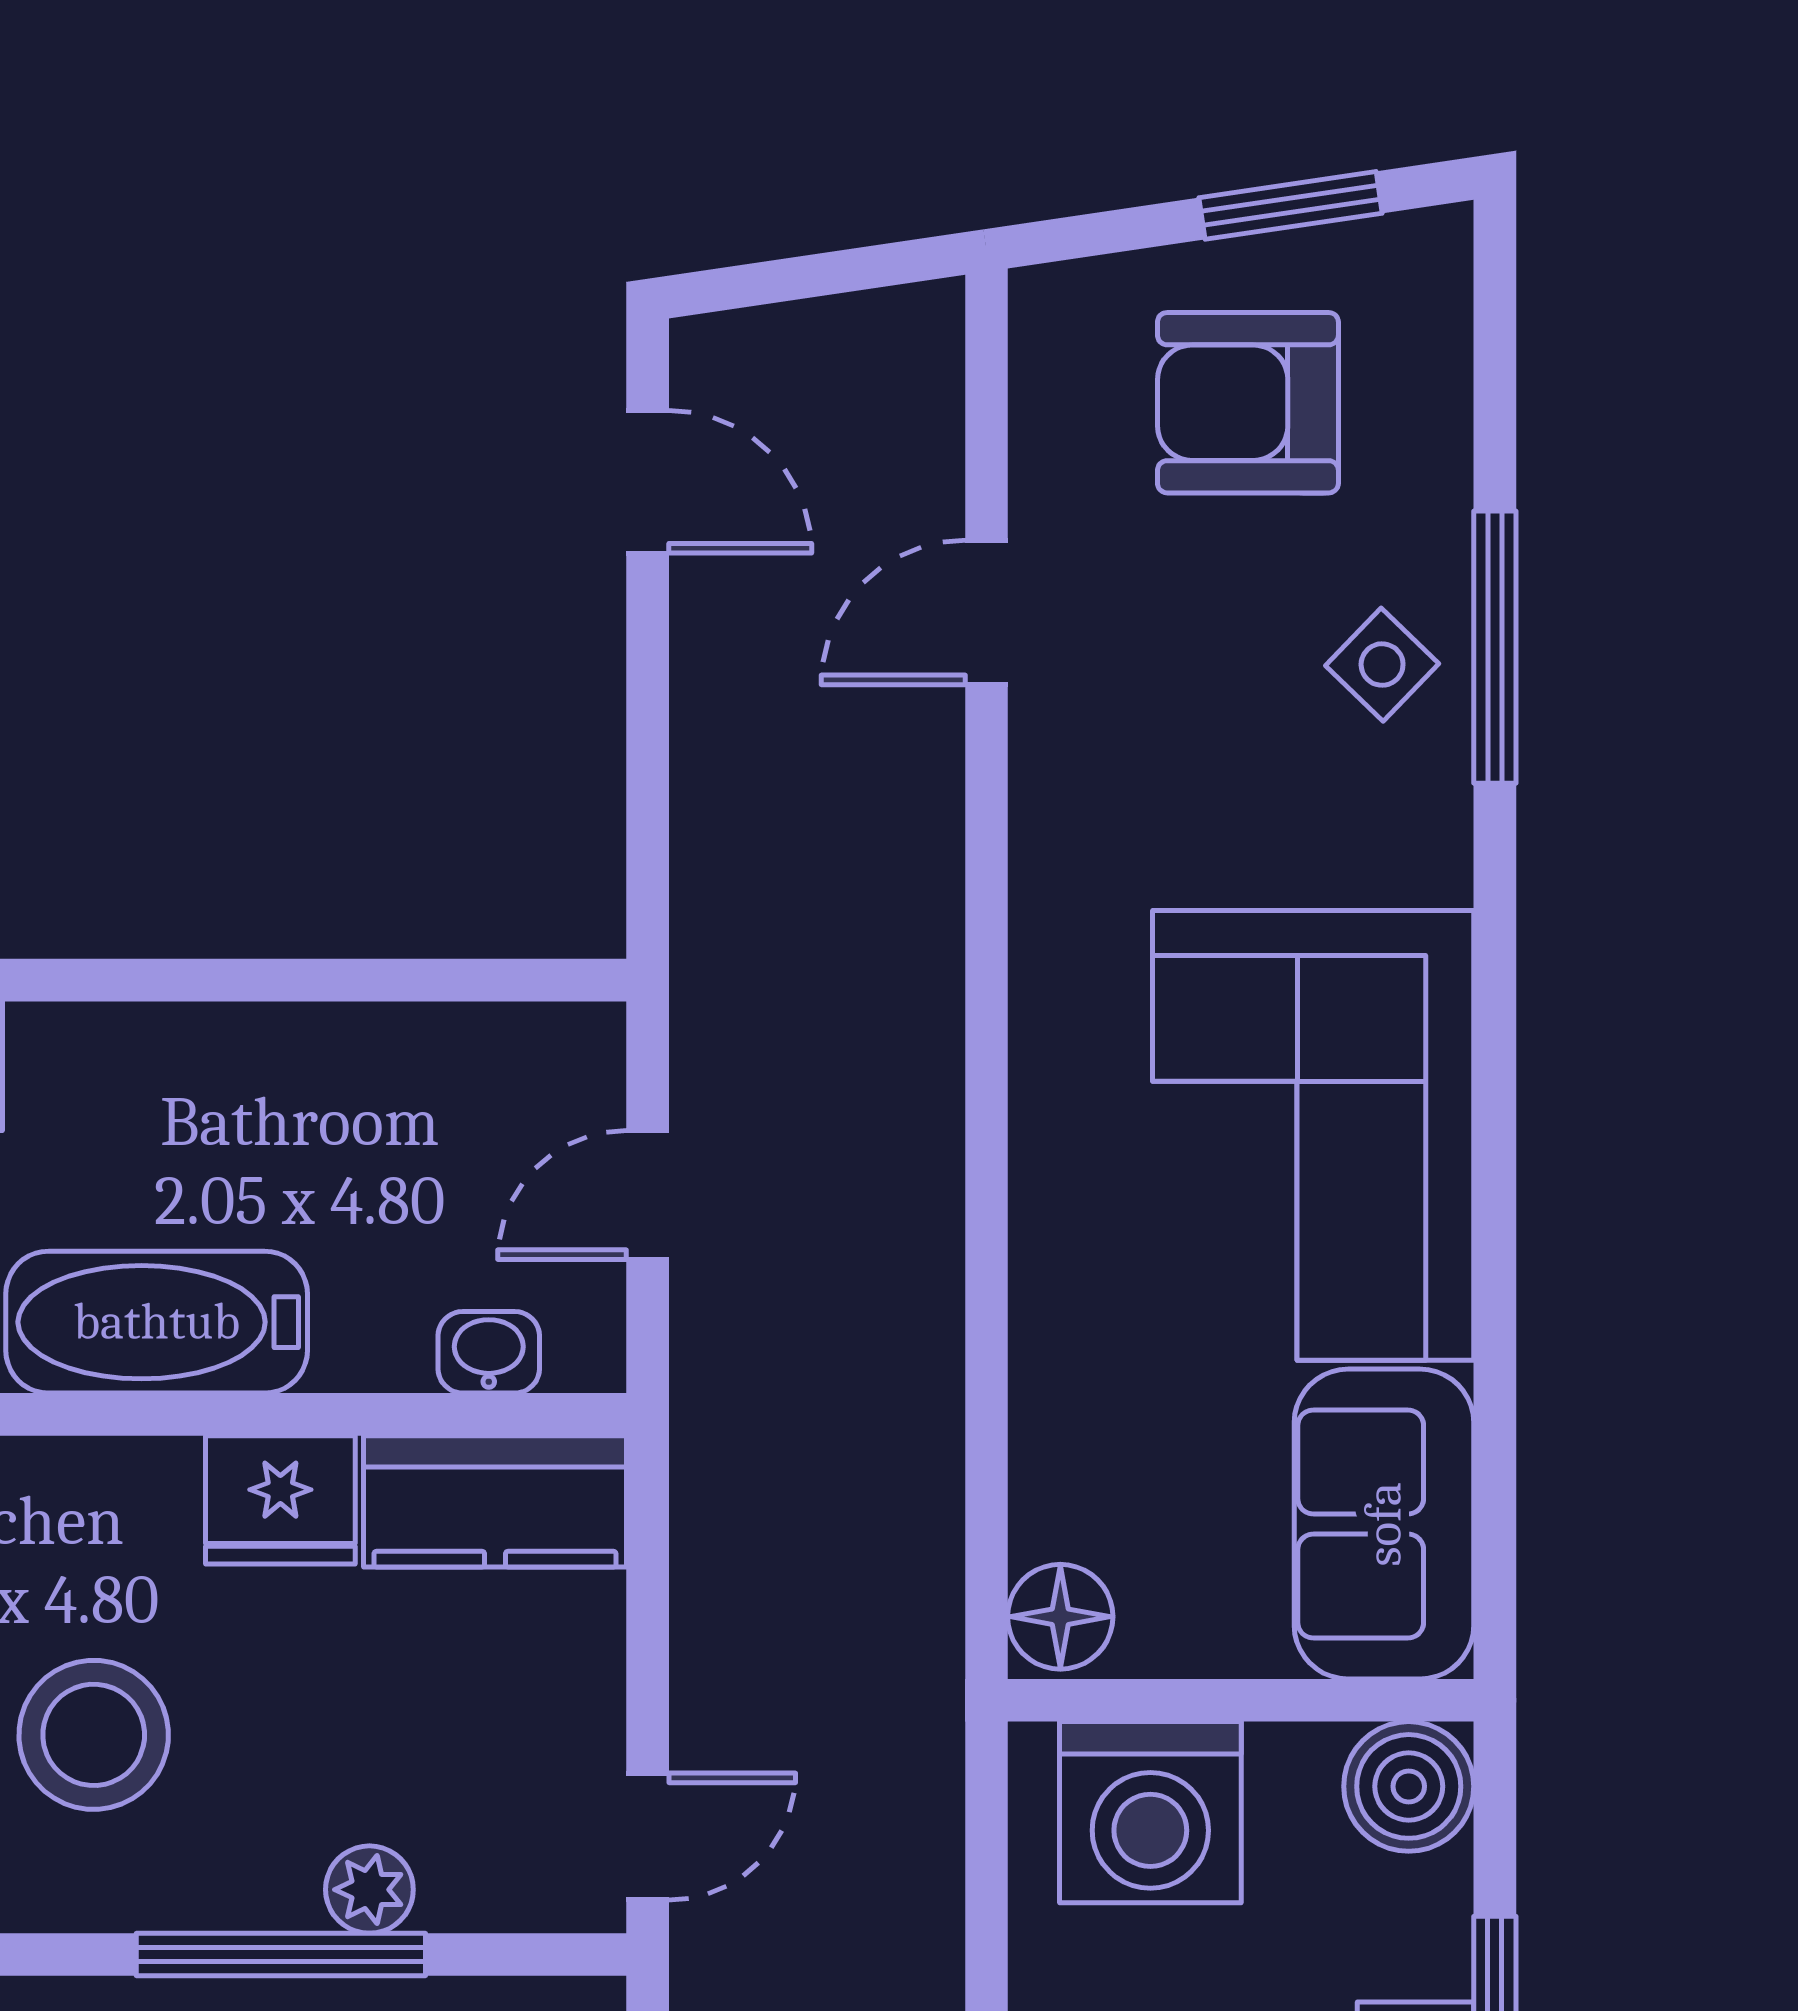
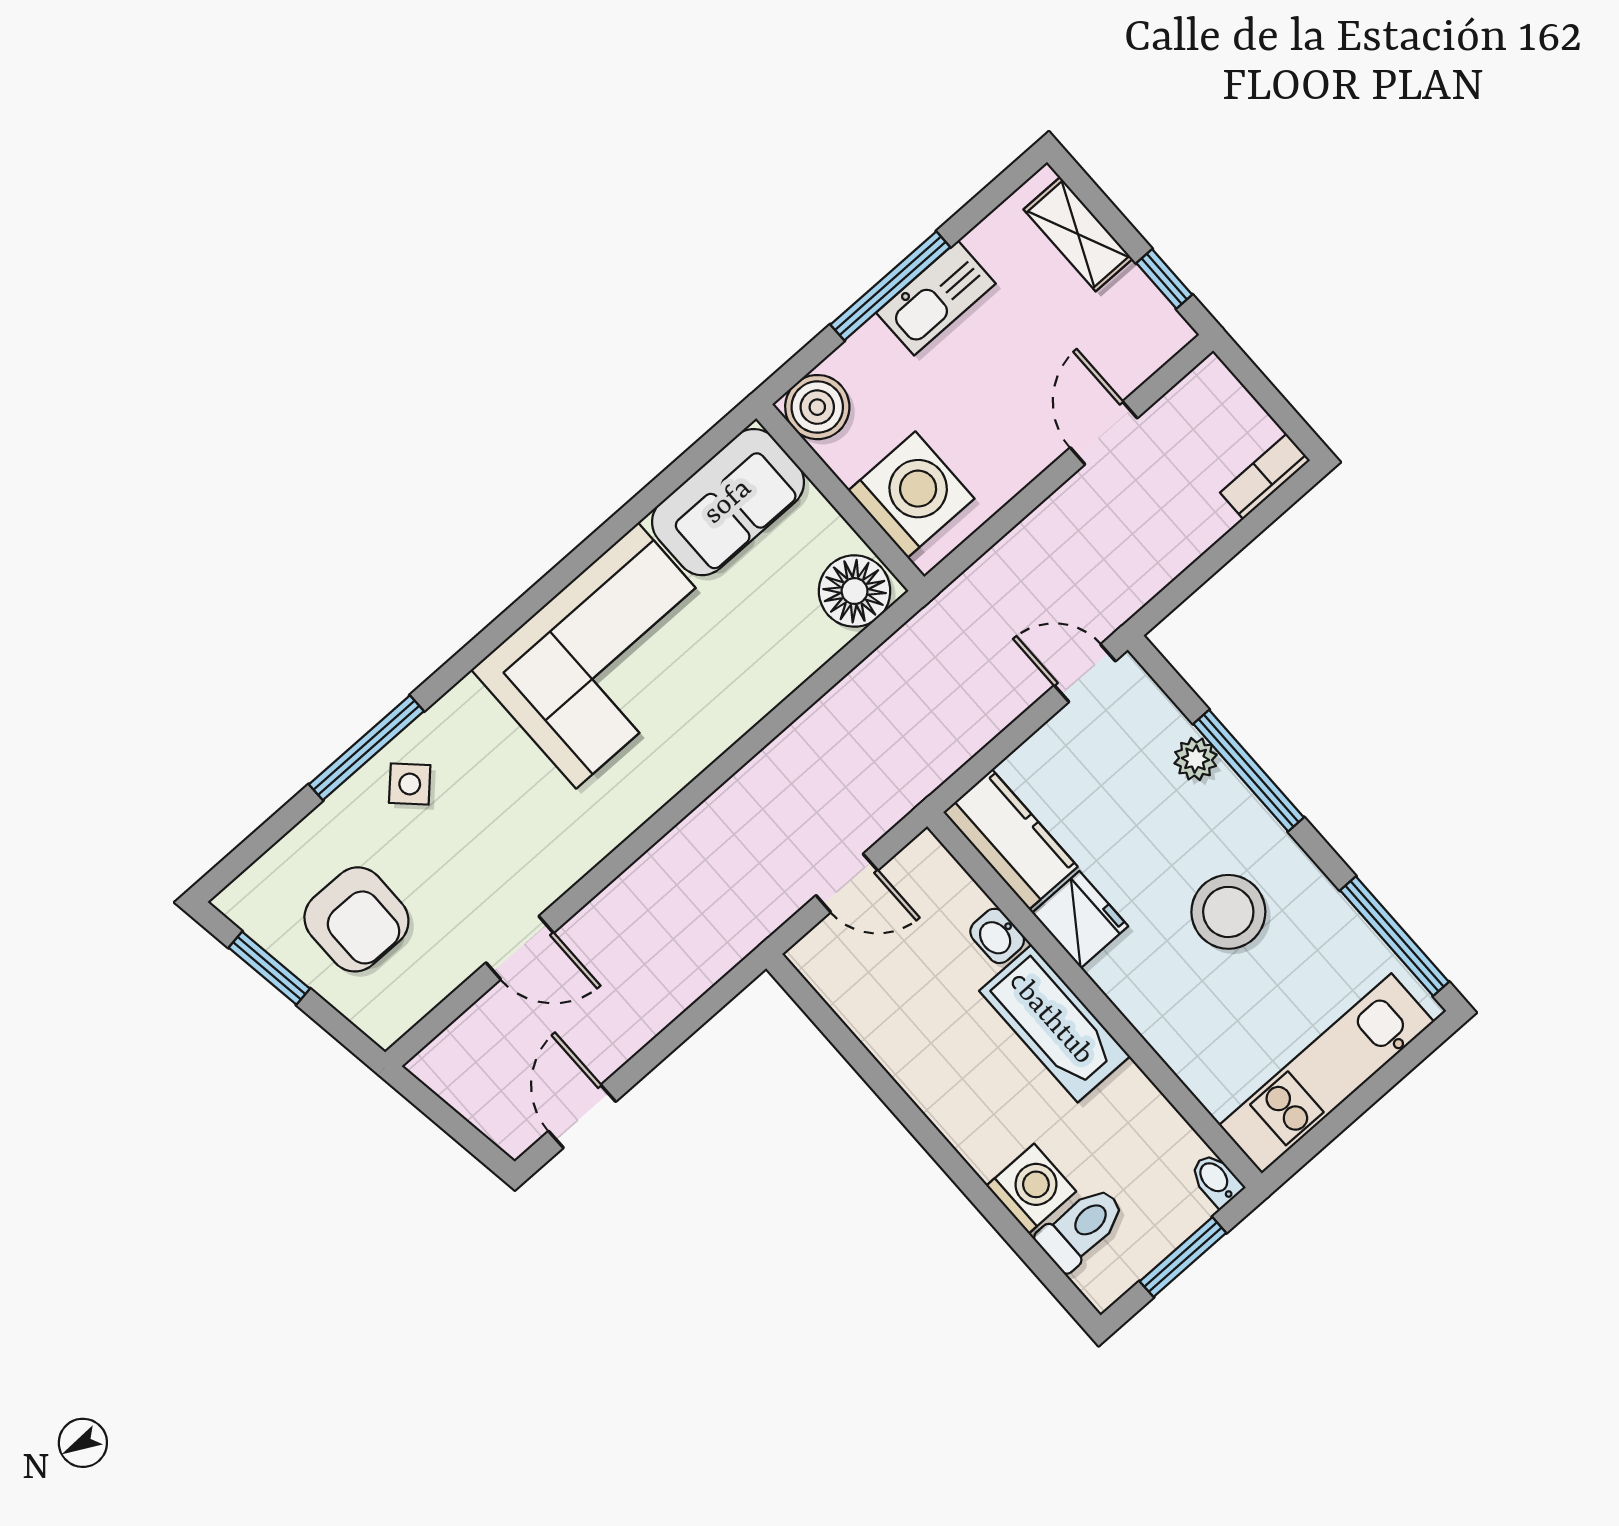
washbasin: (489, 1352) -> (997, 936), moved
floor lamp: (1060, 1617) -> (855, 591), width x1.38, depth x1.38

